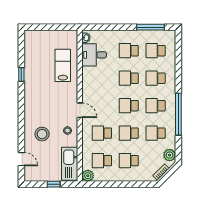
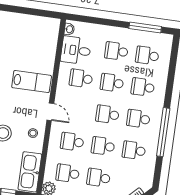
lab bench: (63, 65) -> (32, 82), moved, turned 90
school desk: (102, 78) -> (81, 78), added
plant: (170, 155) -> (146, 178), removed

